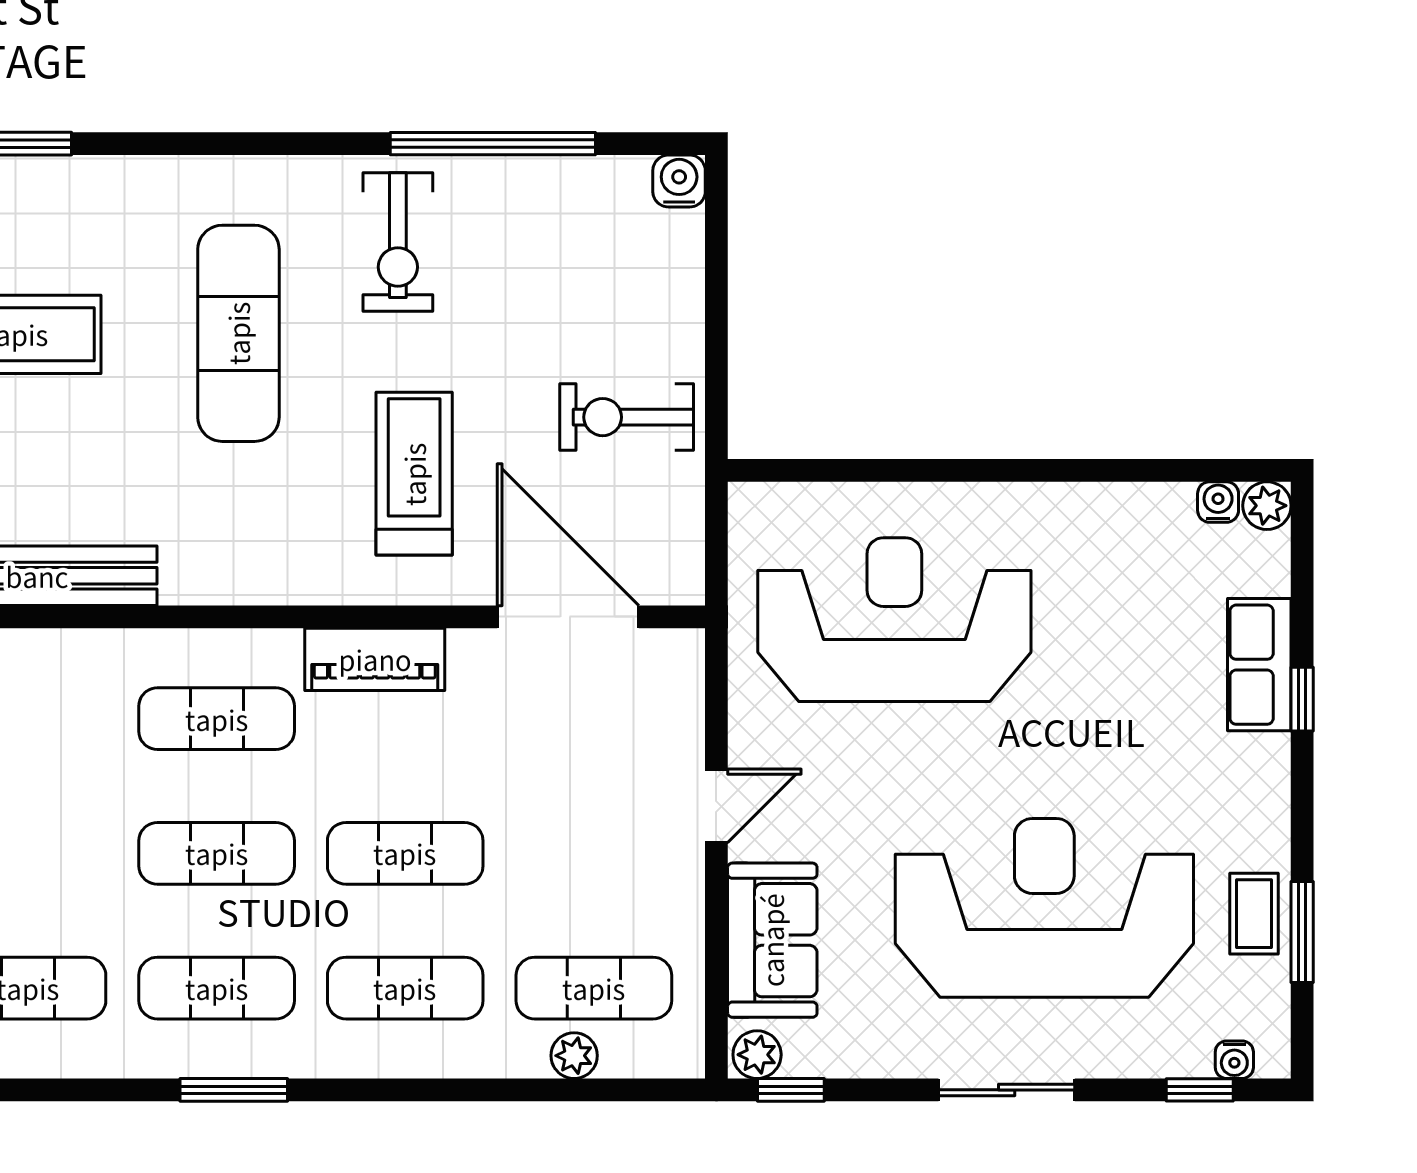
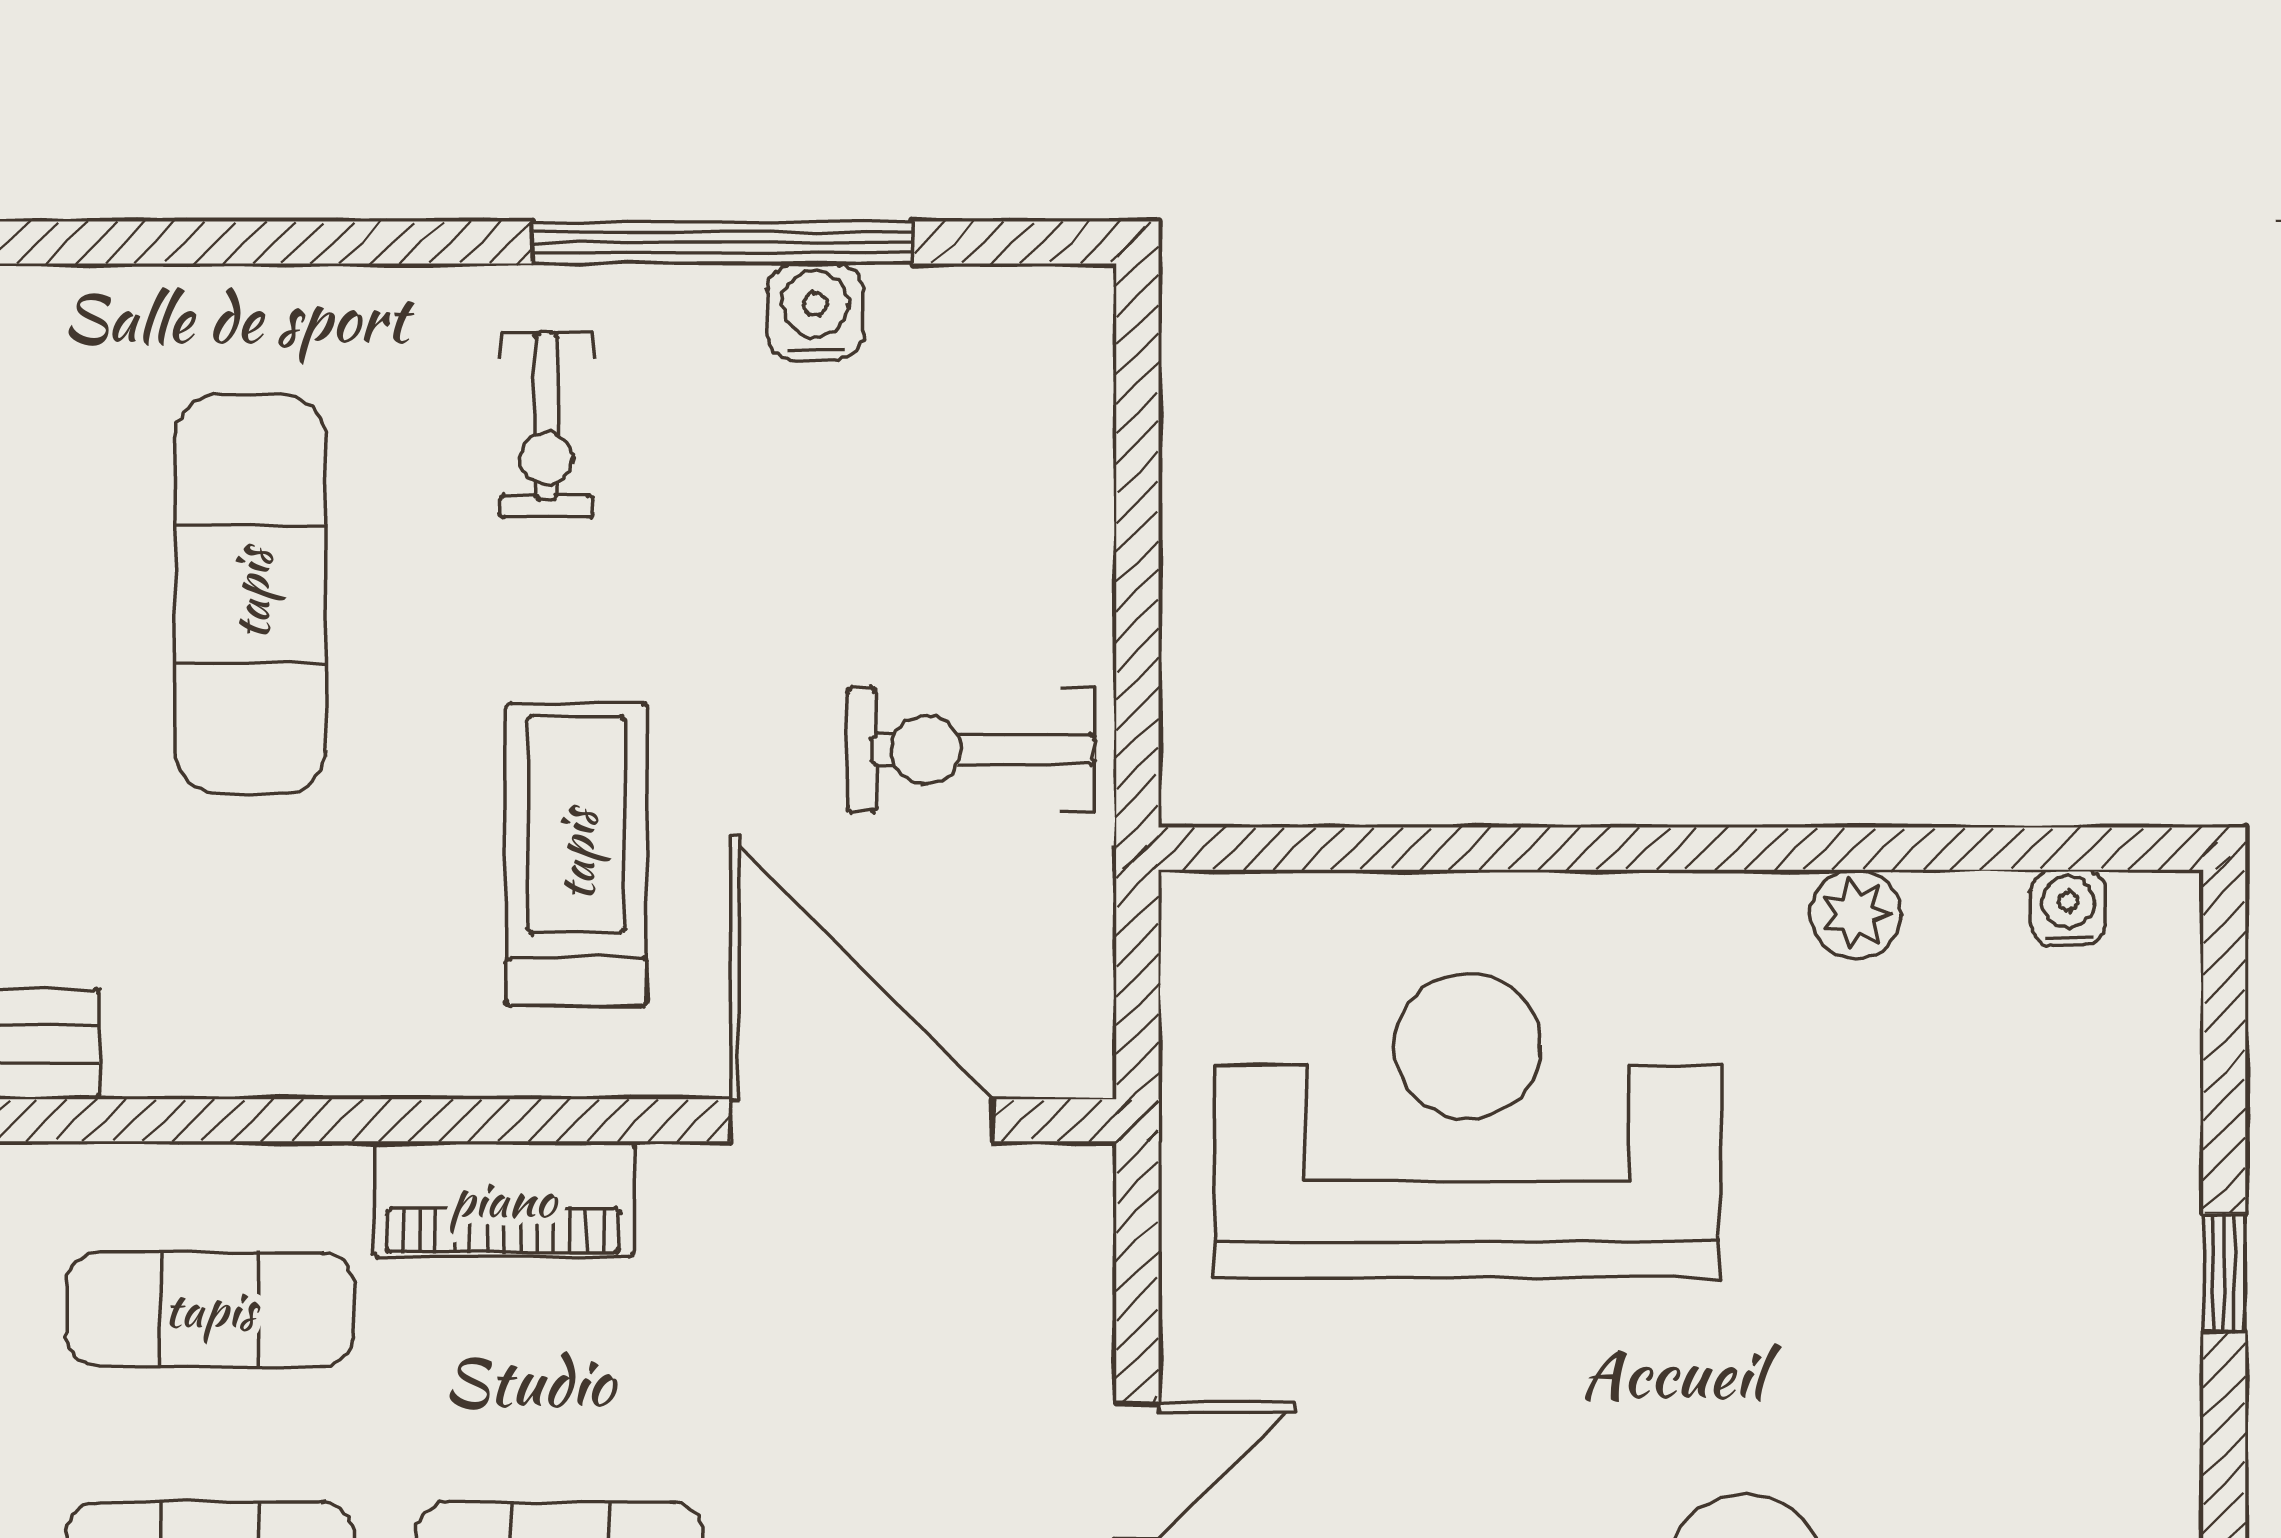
water cooler: (679, 181) -> (815, 312), moved
exercise bike: (398, 242) -> (546, 425), width x0.73, depth x0.72
plant: (1267, 506) -> (1856, 914), moved
row of seats: (1259, 665) -> (2144, 1209), removed

